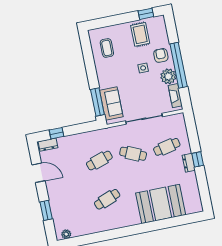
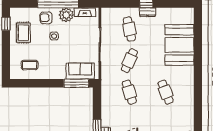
rug: (140, 34) -> (23, 33), turned 90

